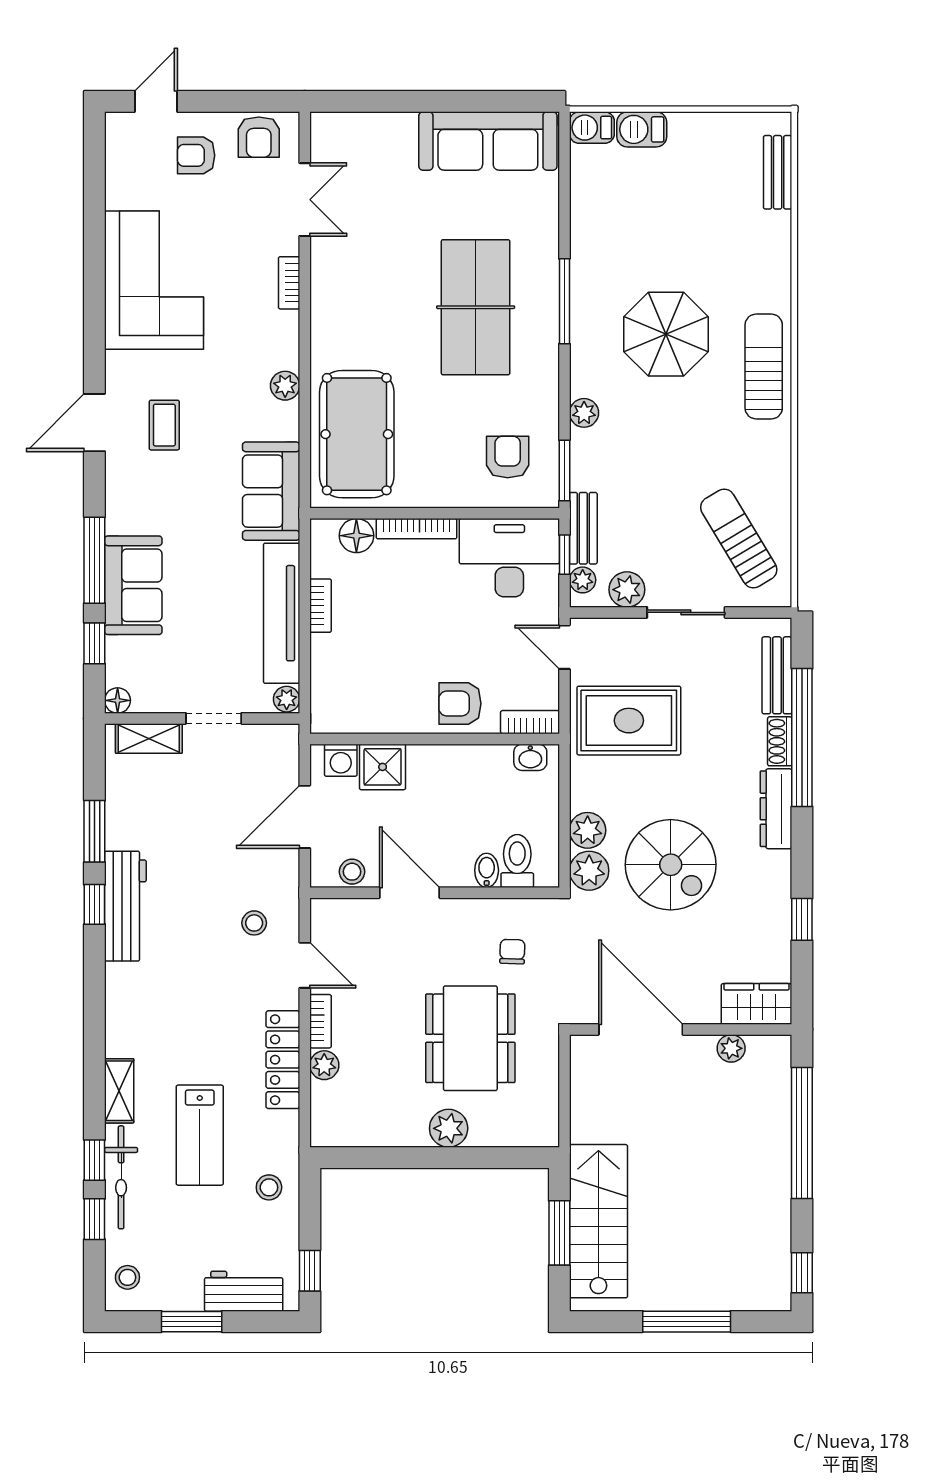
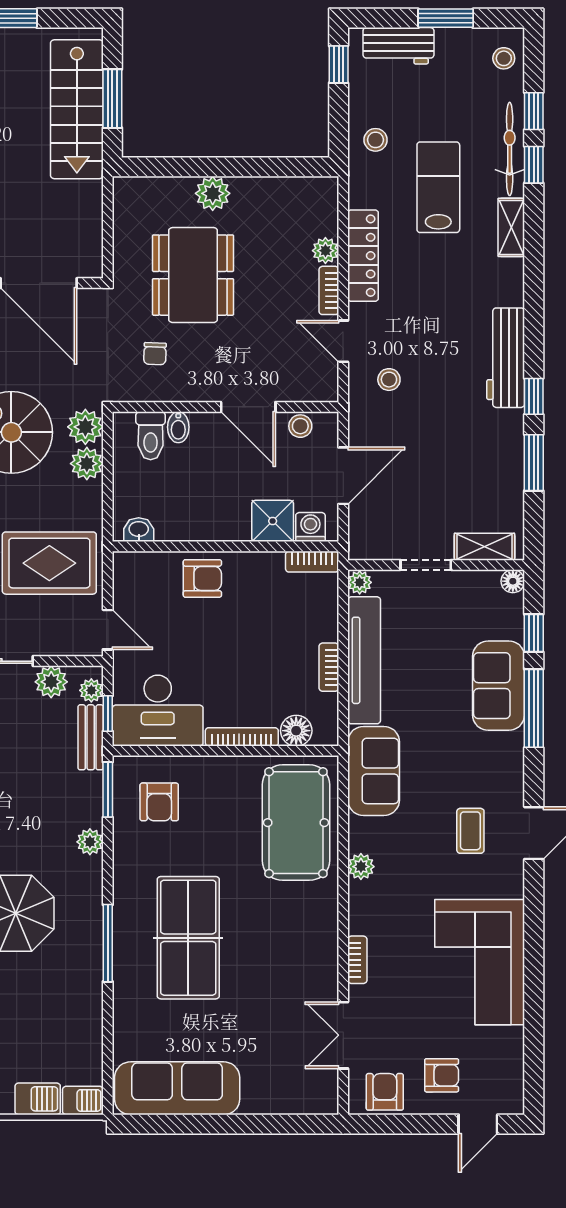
bookcase: (530, 722) -> (312, 562), moved
workbench: (125, 906) -> (506, 358), moved

